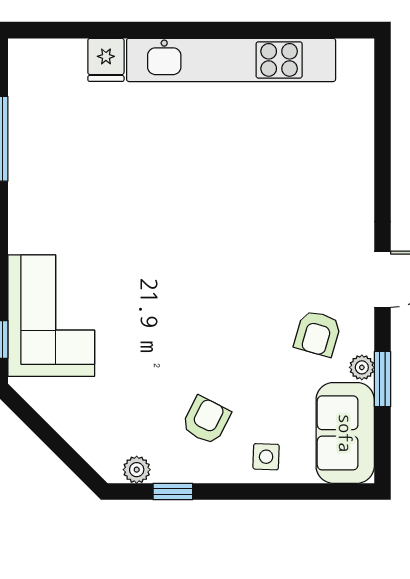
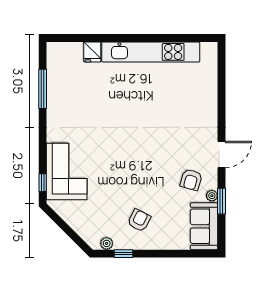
side table: (266, 457) -> (167, 237), removed

